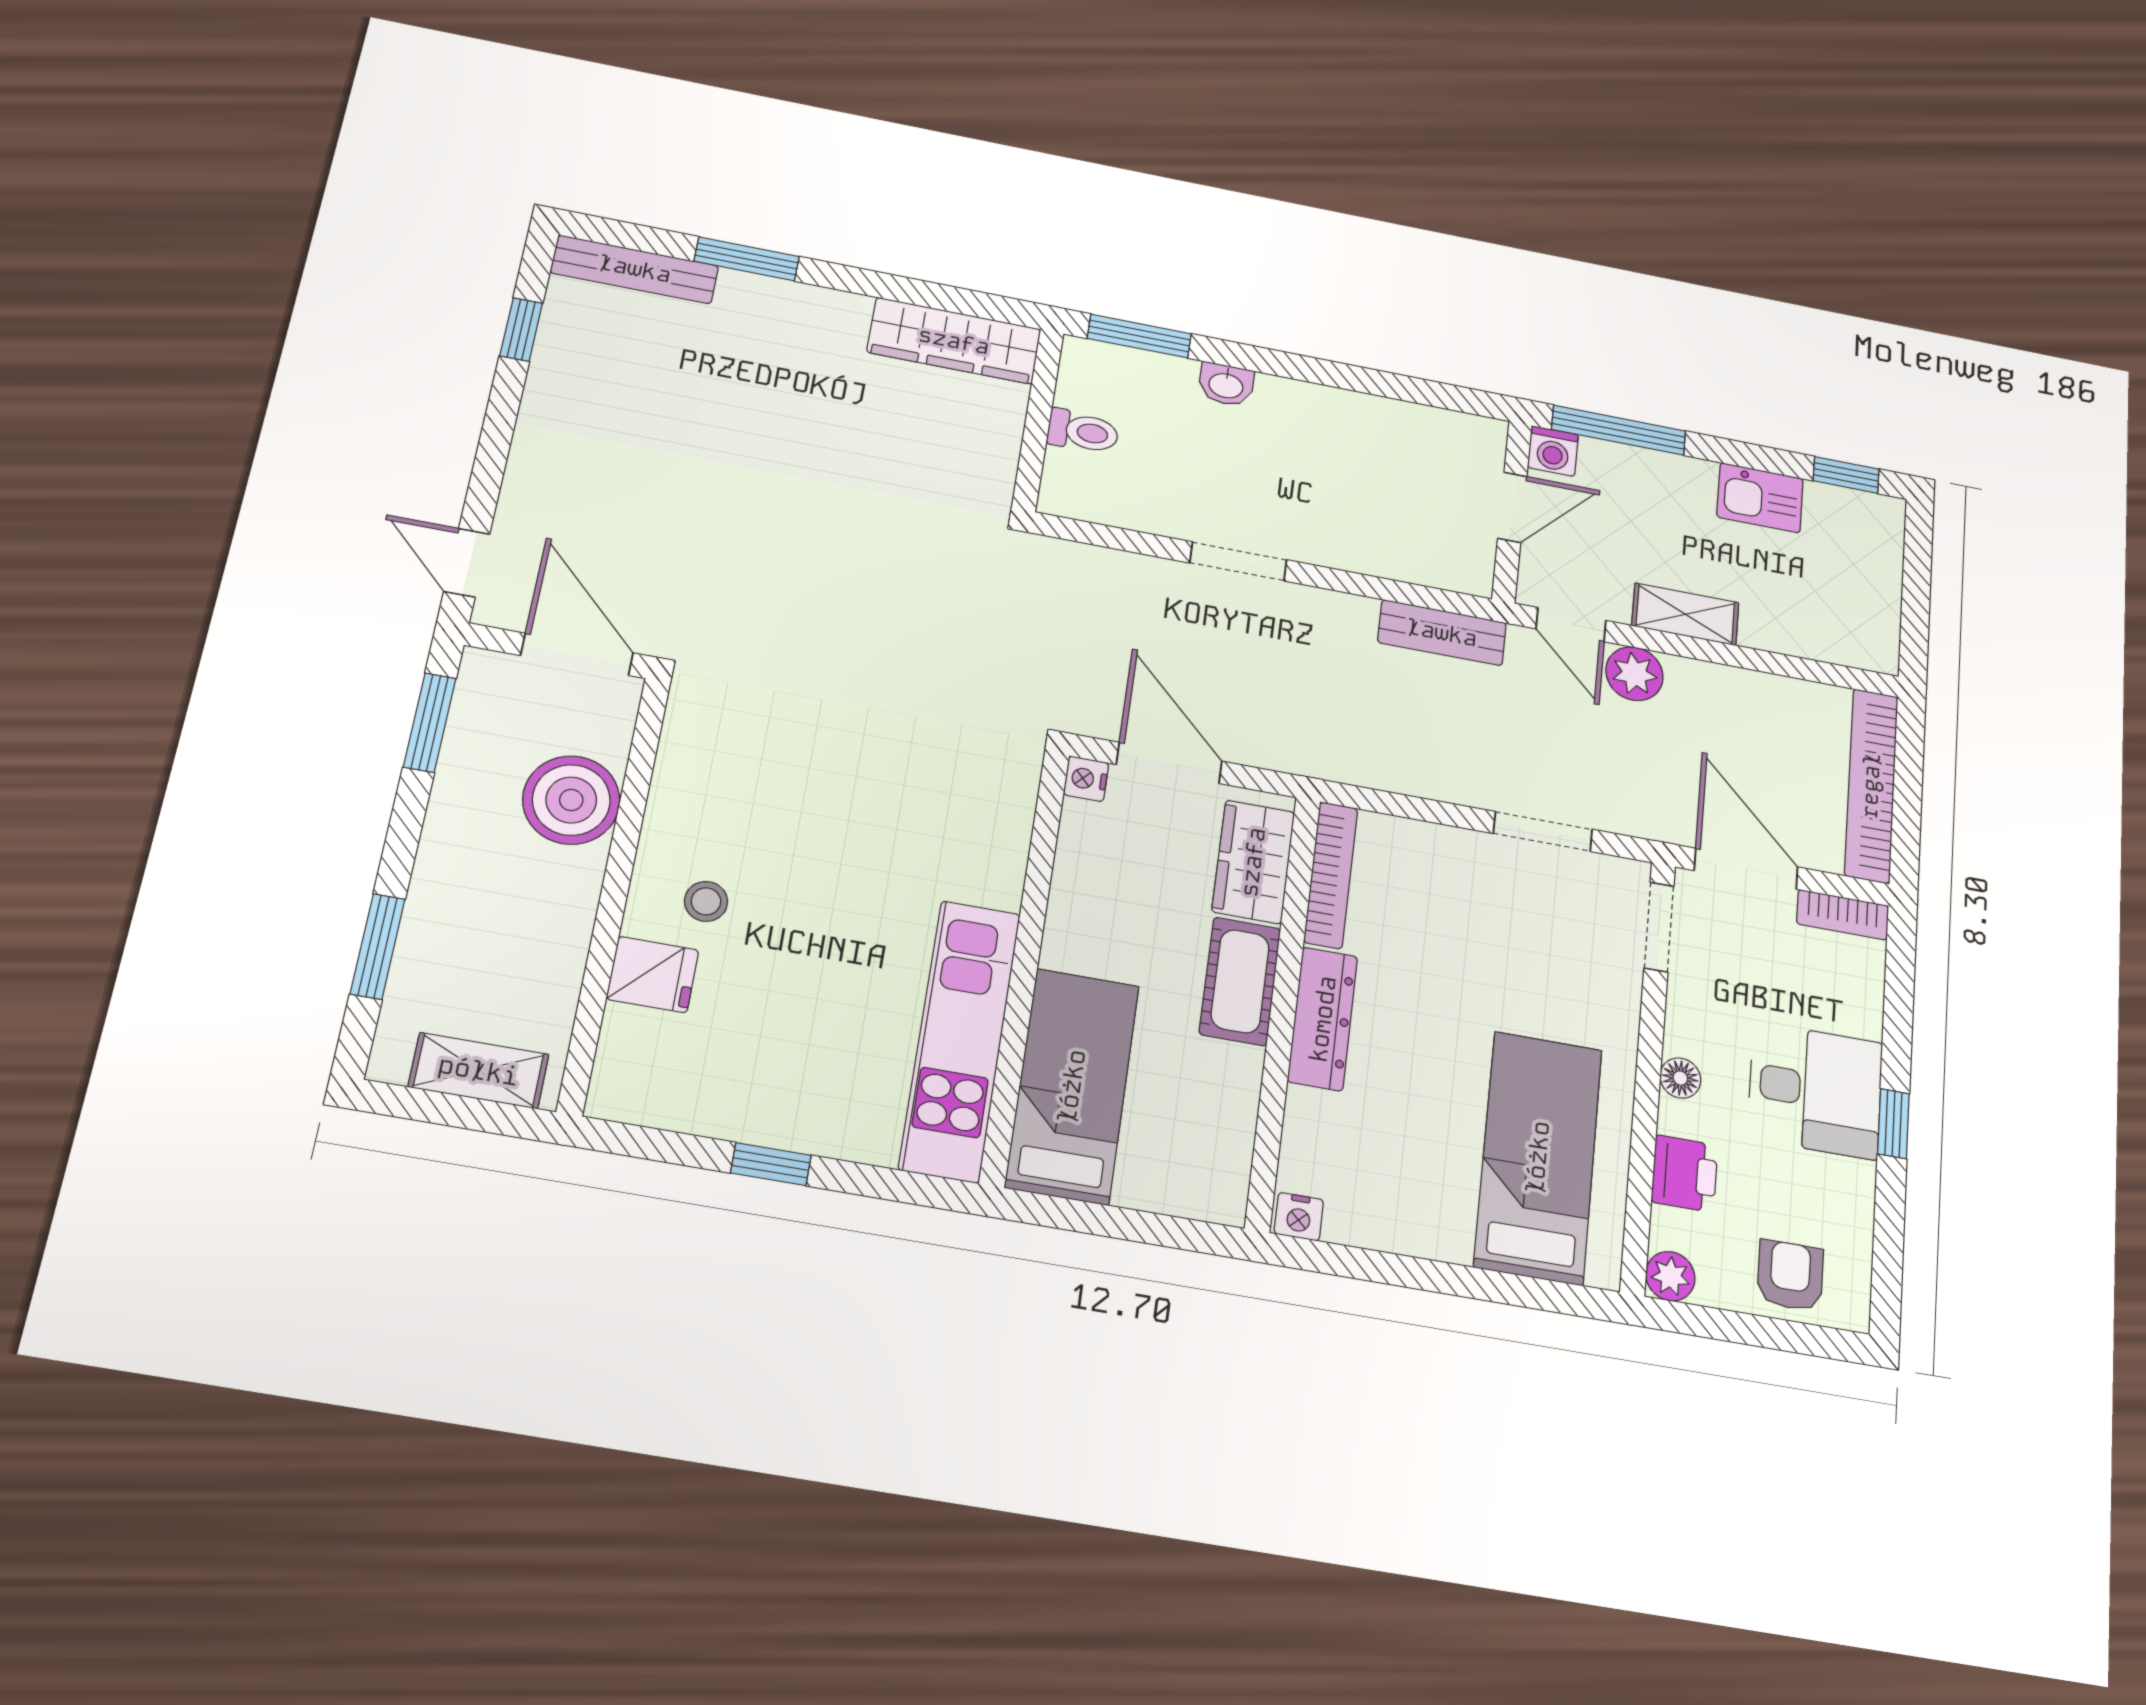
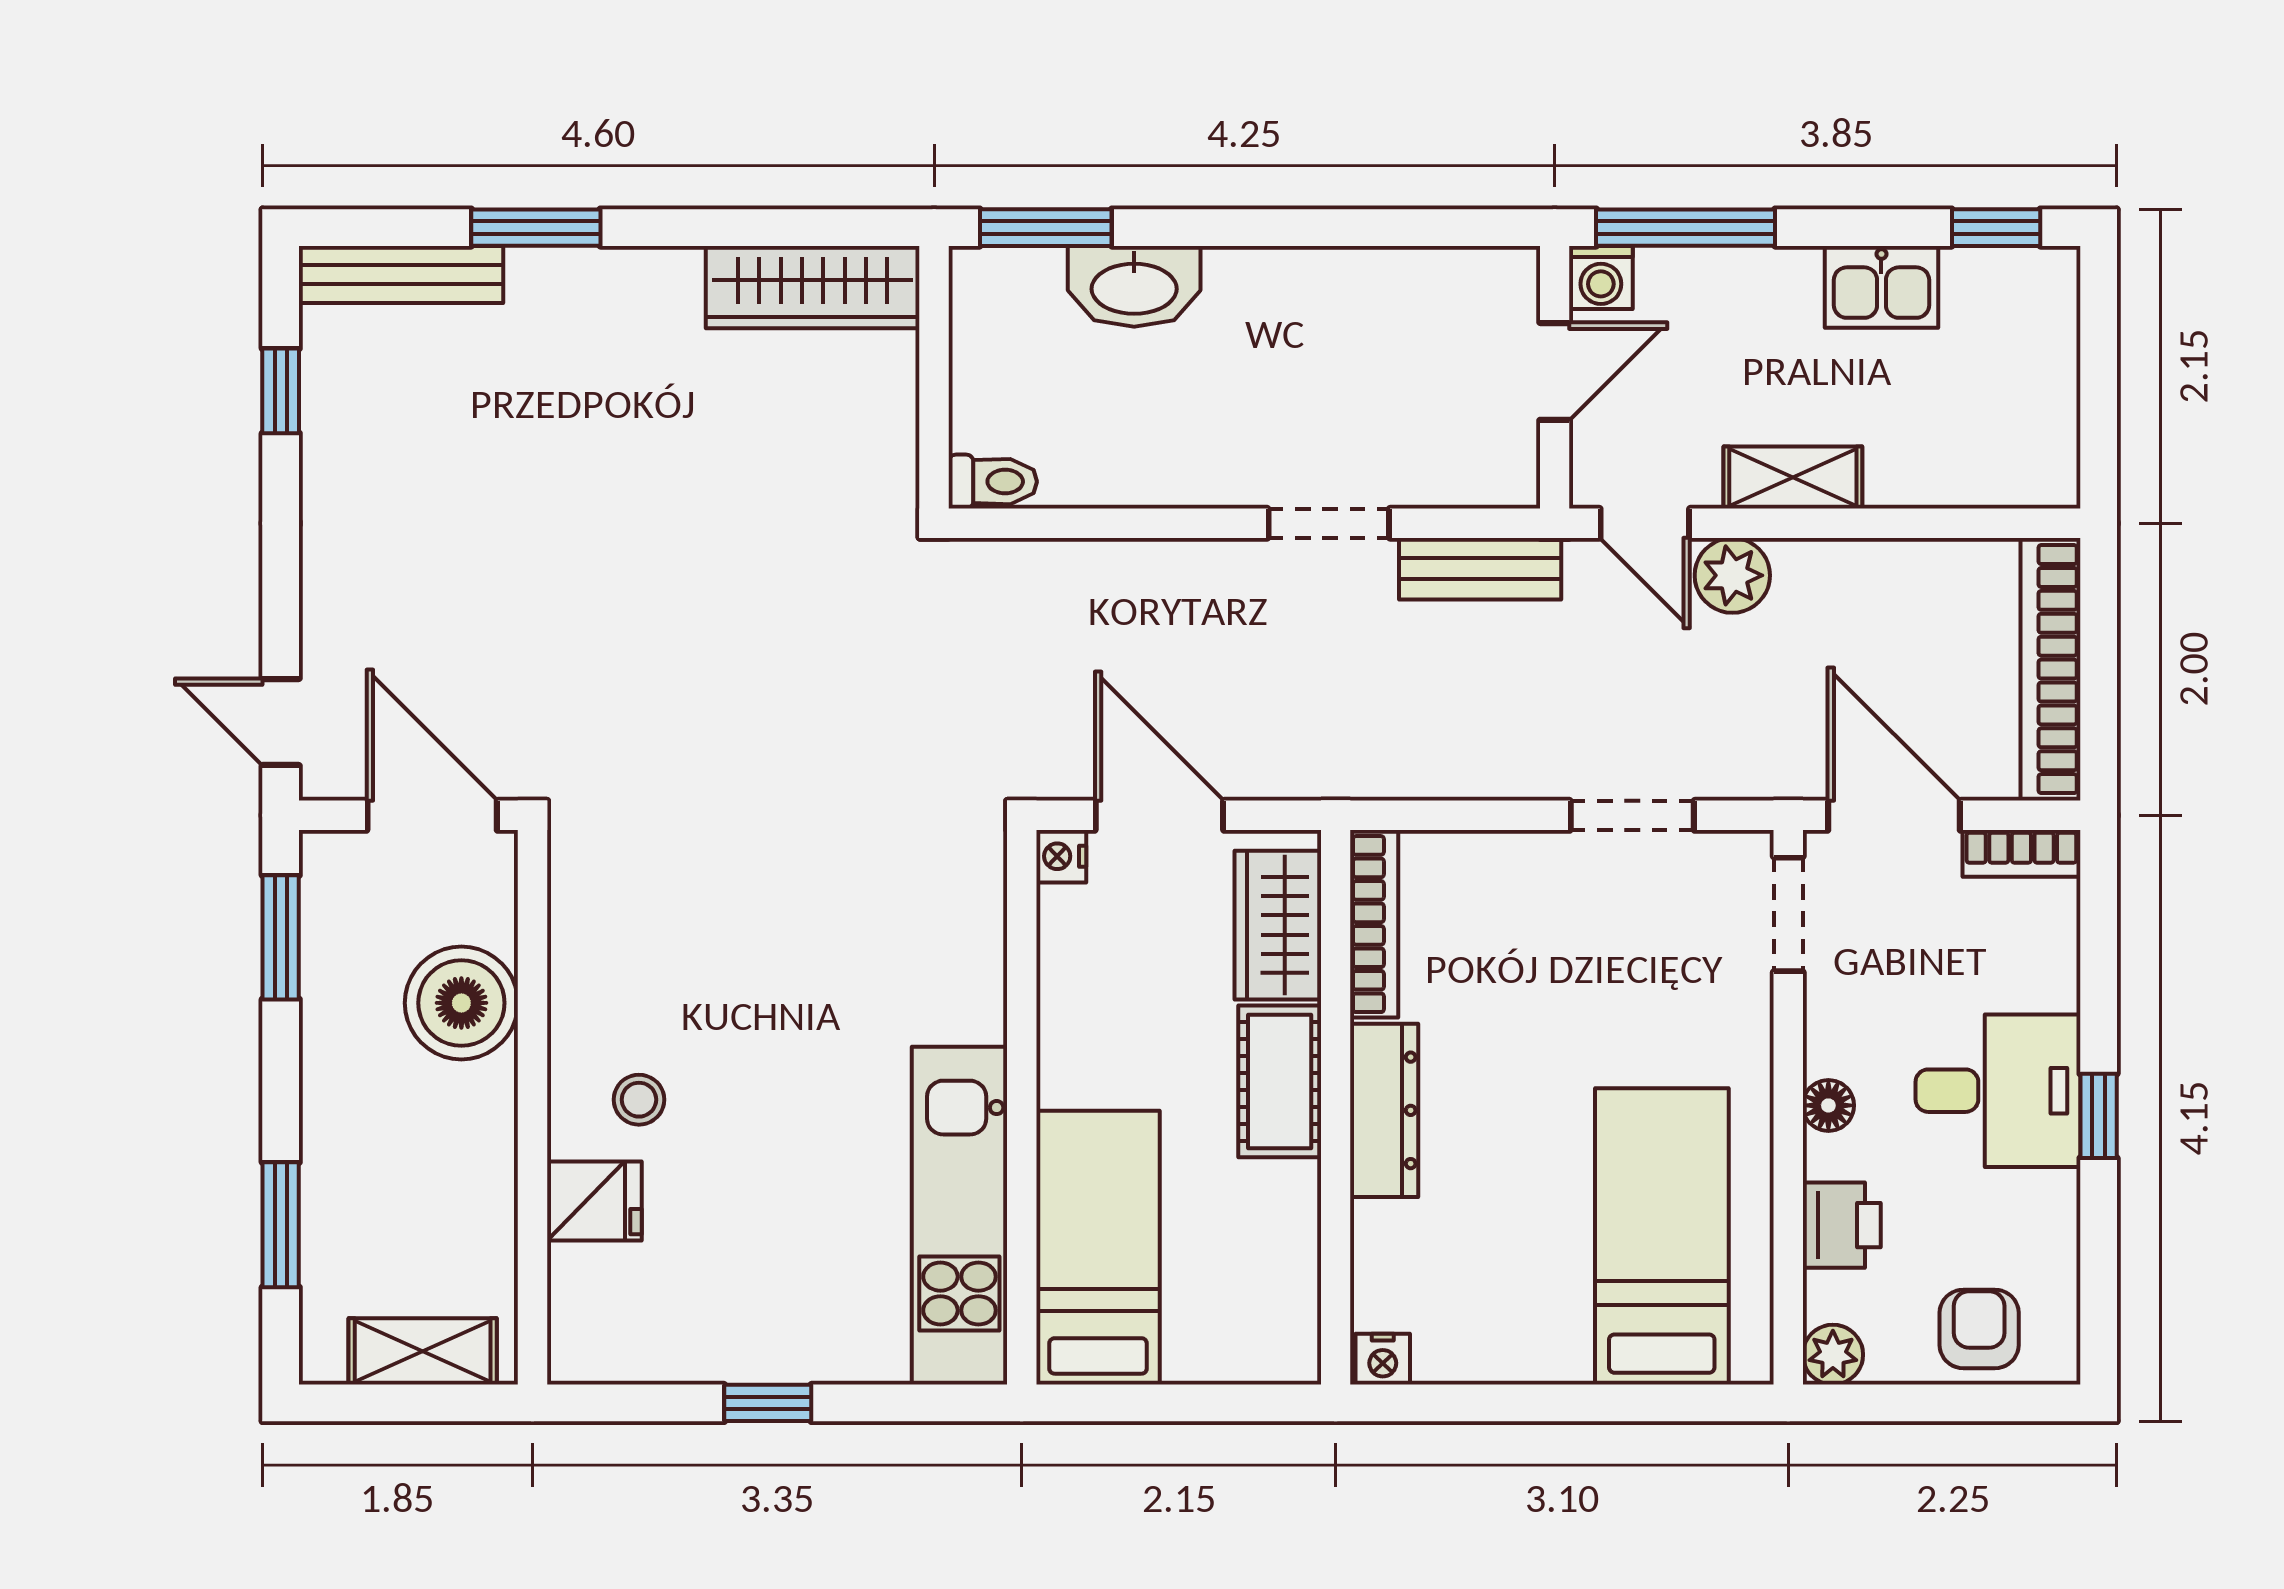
washbasin: (1226, 385) -> (1134, 286), width x1.91, depth x1.45
toilet: (1083, 432) -> (993, 482), moved
doorway: (1238, 561) -> (1329, 523), moved

